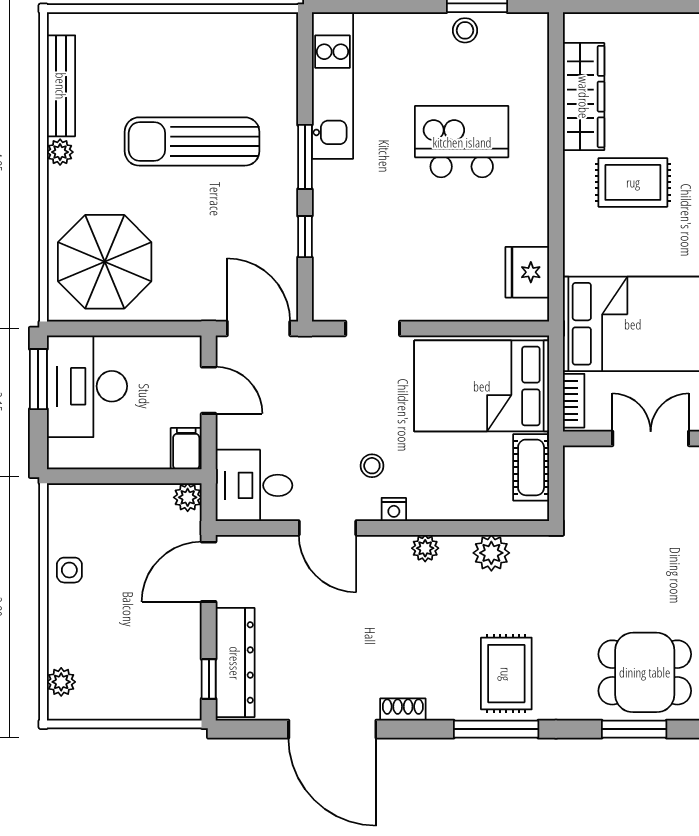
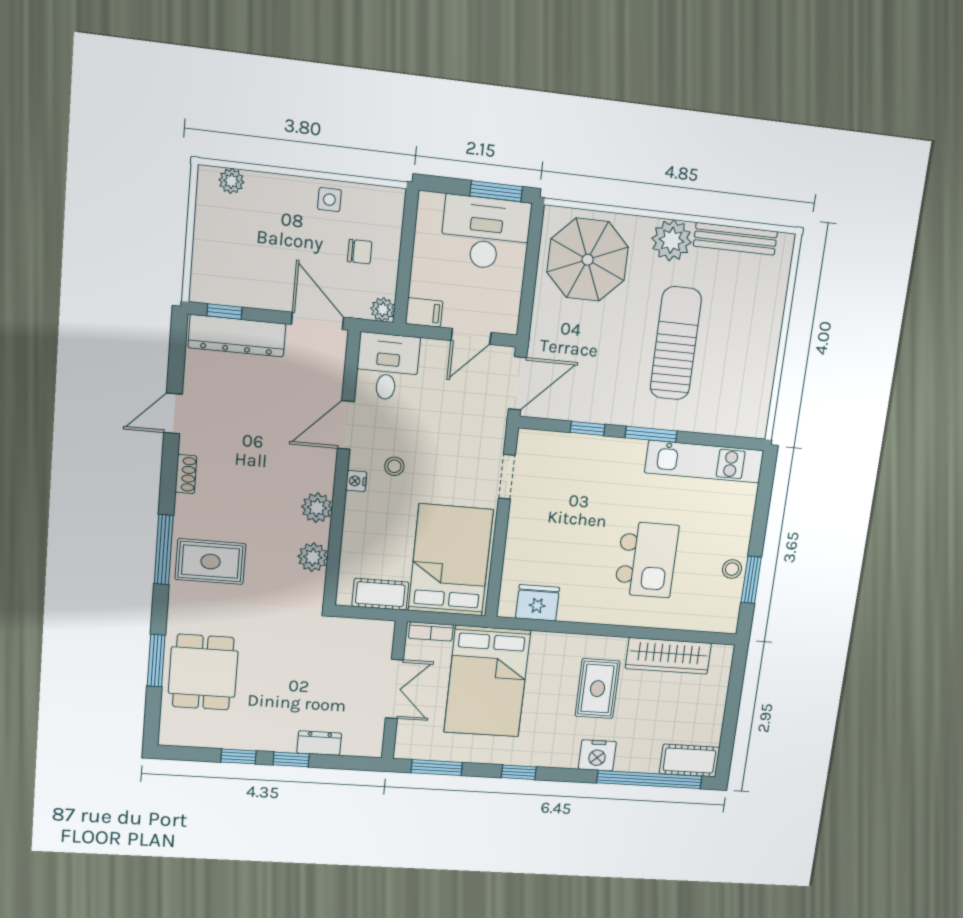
plant: (60, 152) -> (672, 240), width x1.87, depth x1.87
chair: (124, 530) -> (360, 252), added
plant: (425, 548) -> (317, 508), width x1.38, depth x1.38
door: (332, 729) -> (173, 413), width x0.53

